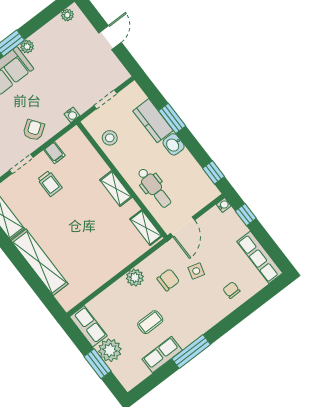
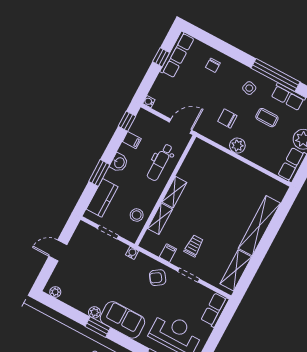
kitchen counter: (153, 121) -> (102, 198), moved
filing cabinet: (191, 169) -> (132, 140), added
dental chair: (154, 188) -> (160, 162), turned 180
window: (246, 215) -> (161, 57), moved
shelving: (146, 228) -> (160, 219), moved
side table: (196, 271) -> (249, 88), moved
window: (191, 352) -> (275, 75), width x1.46

